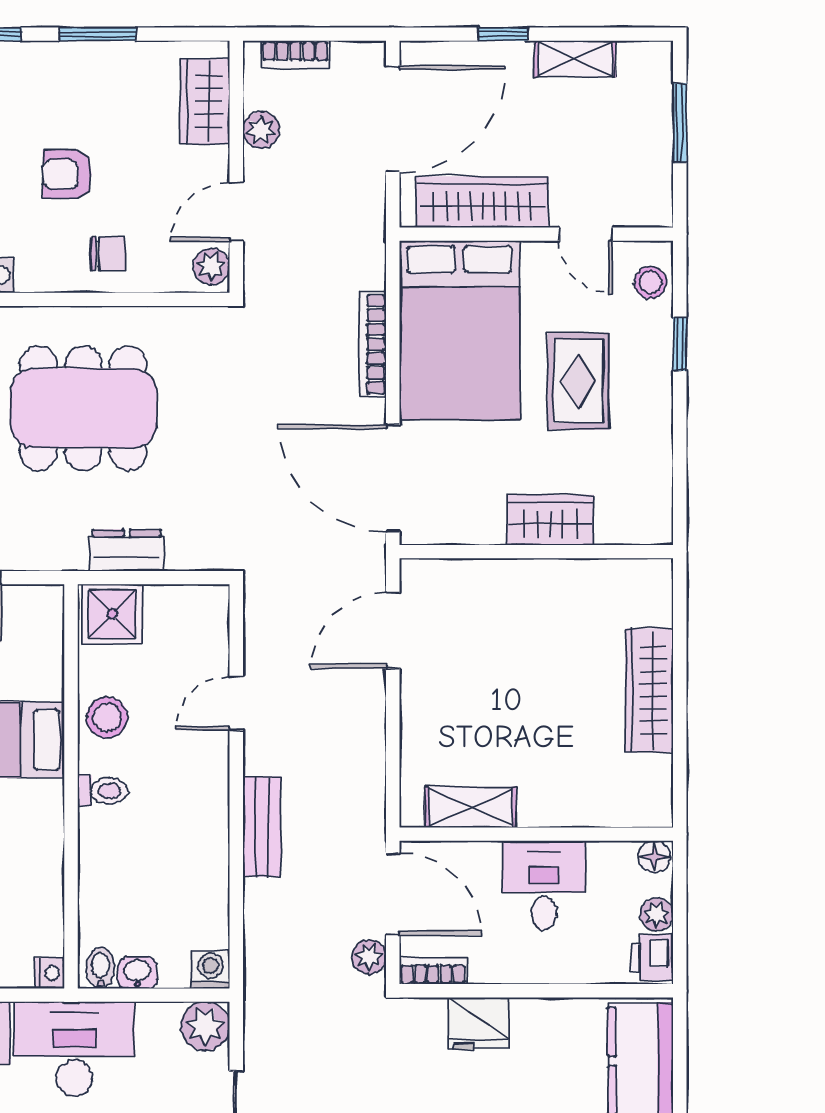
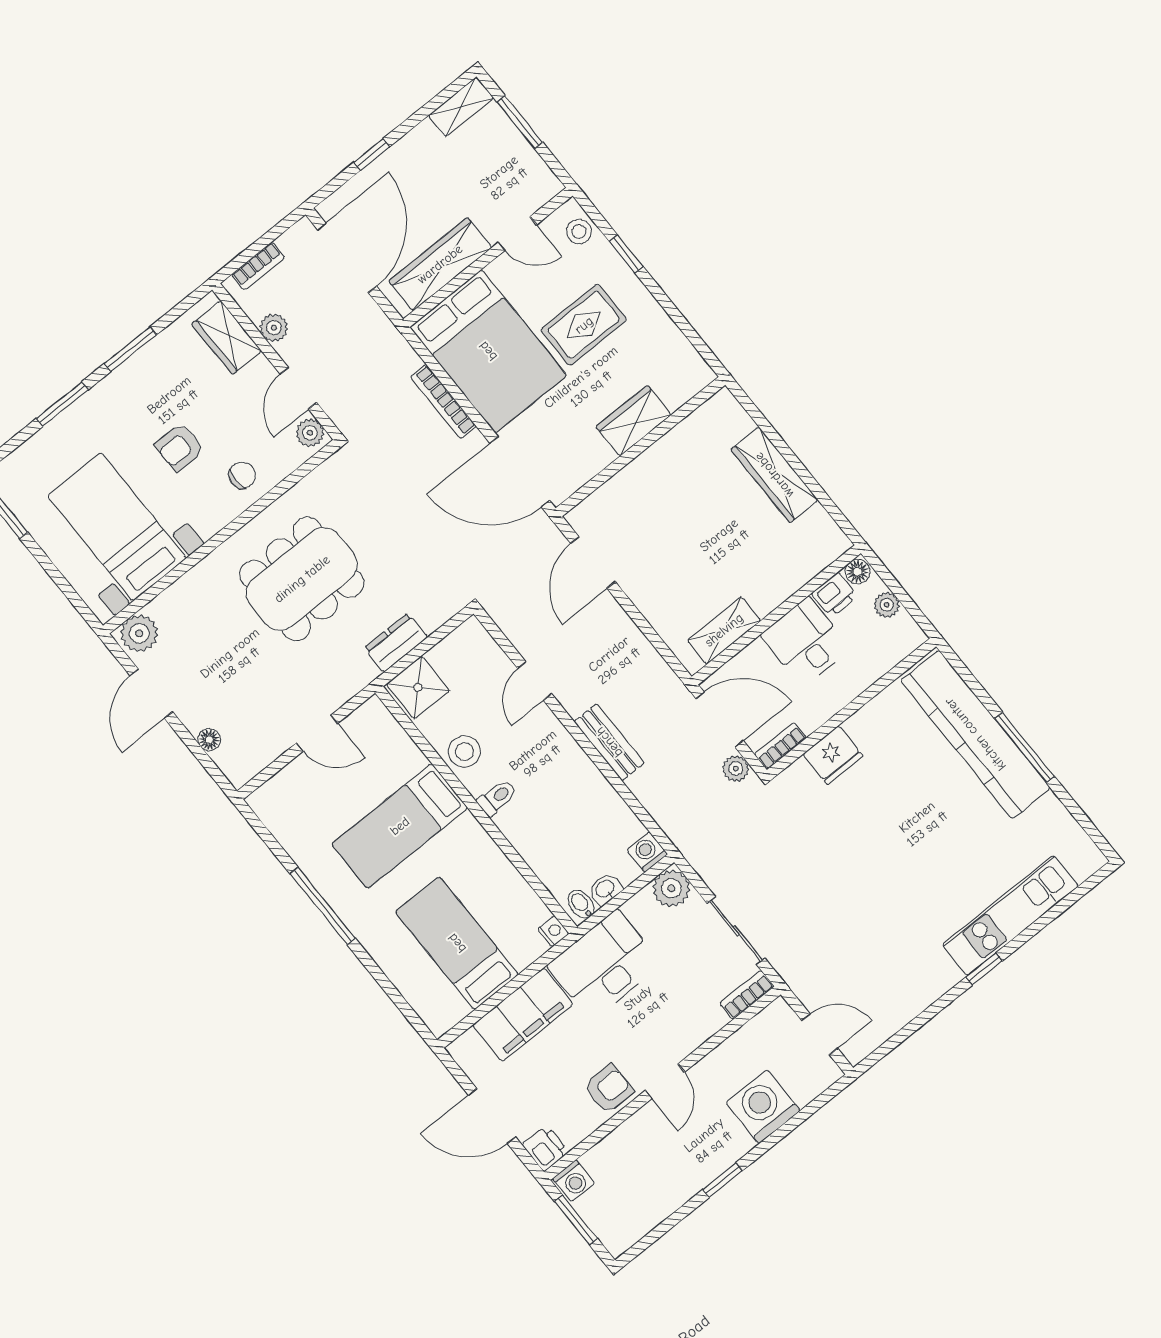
shelving: (575, 59) -> (461, 107), moved
rug: (579, 381) -> (584, 325), turned 90
printer: (652, 957) -> (834, 595), moved, turned -90

